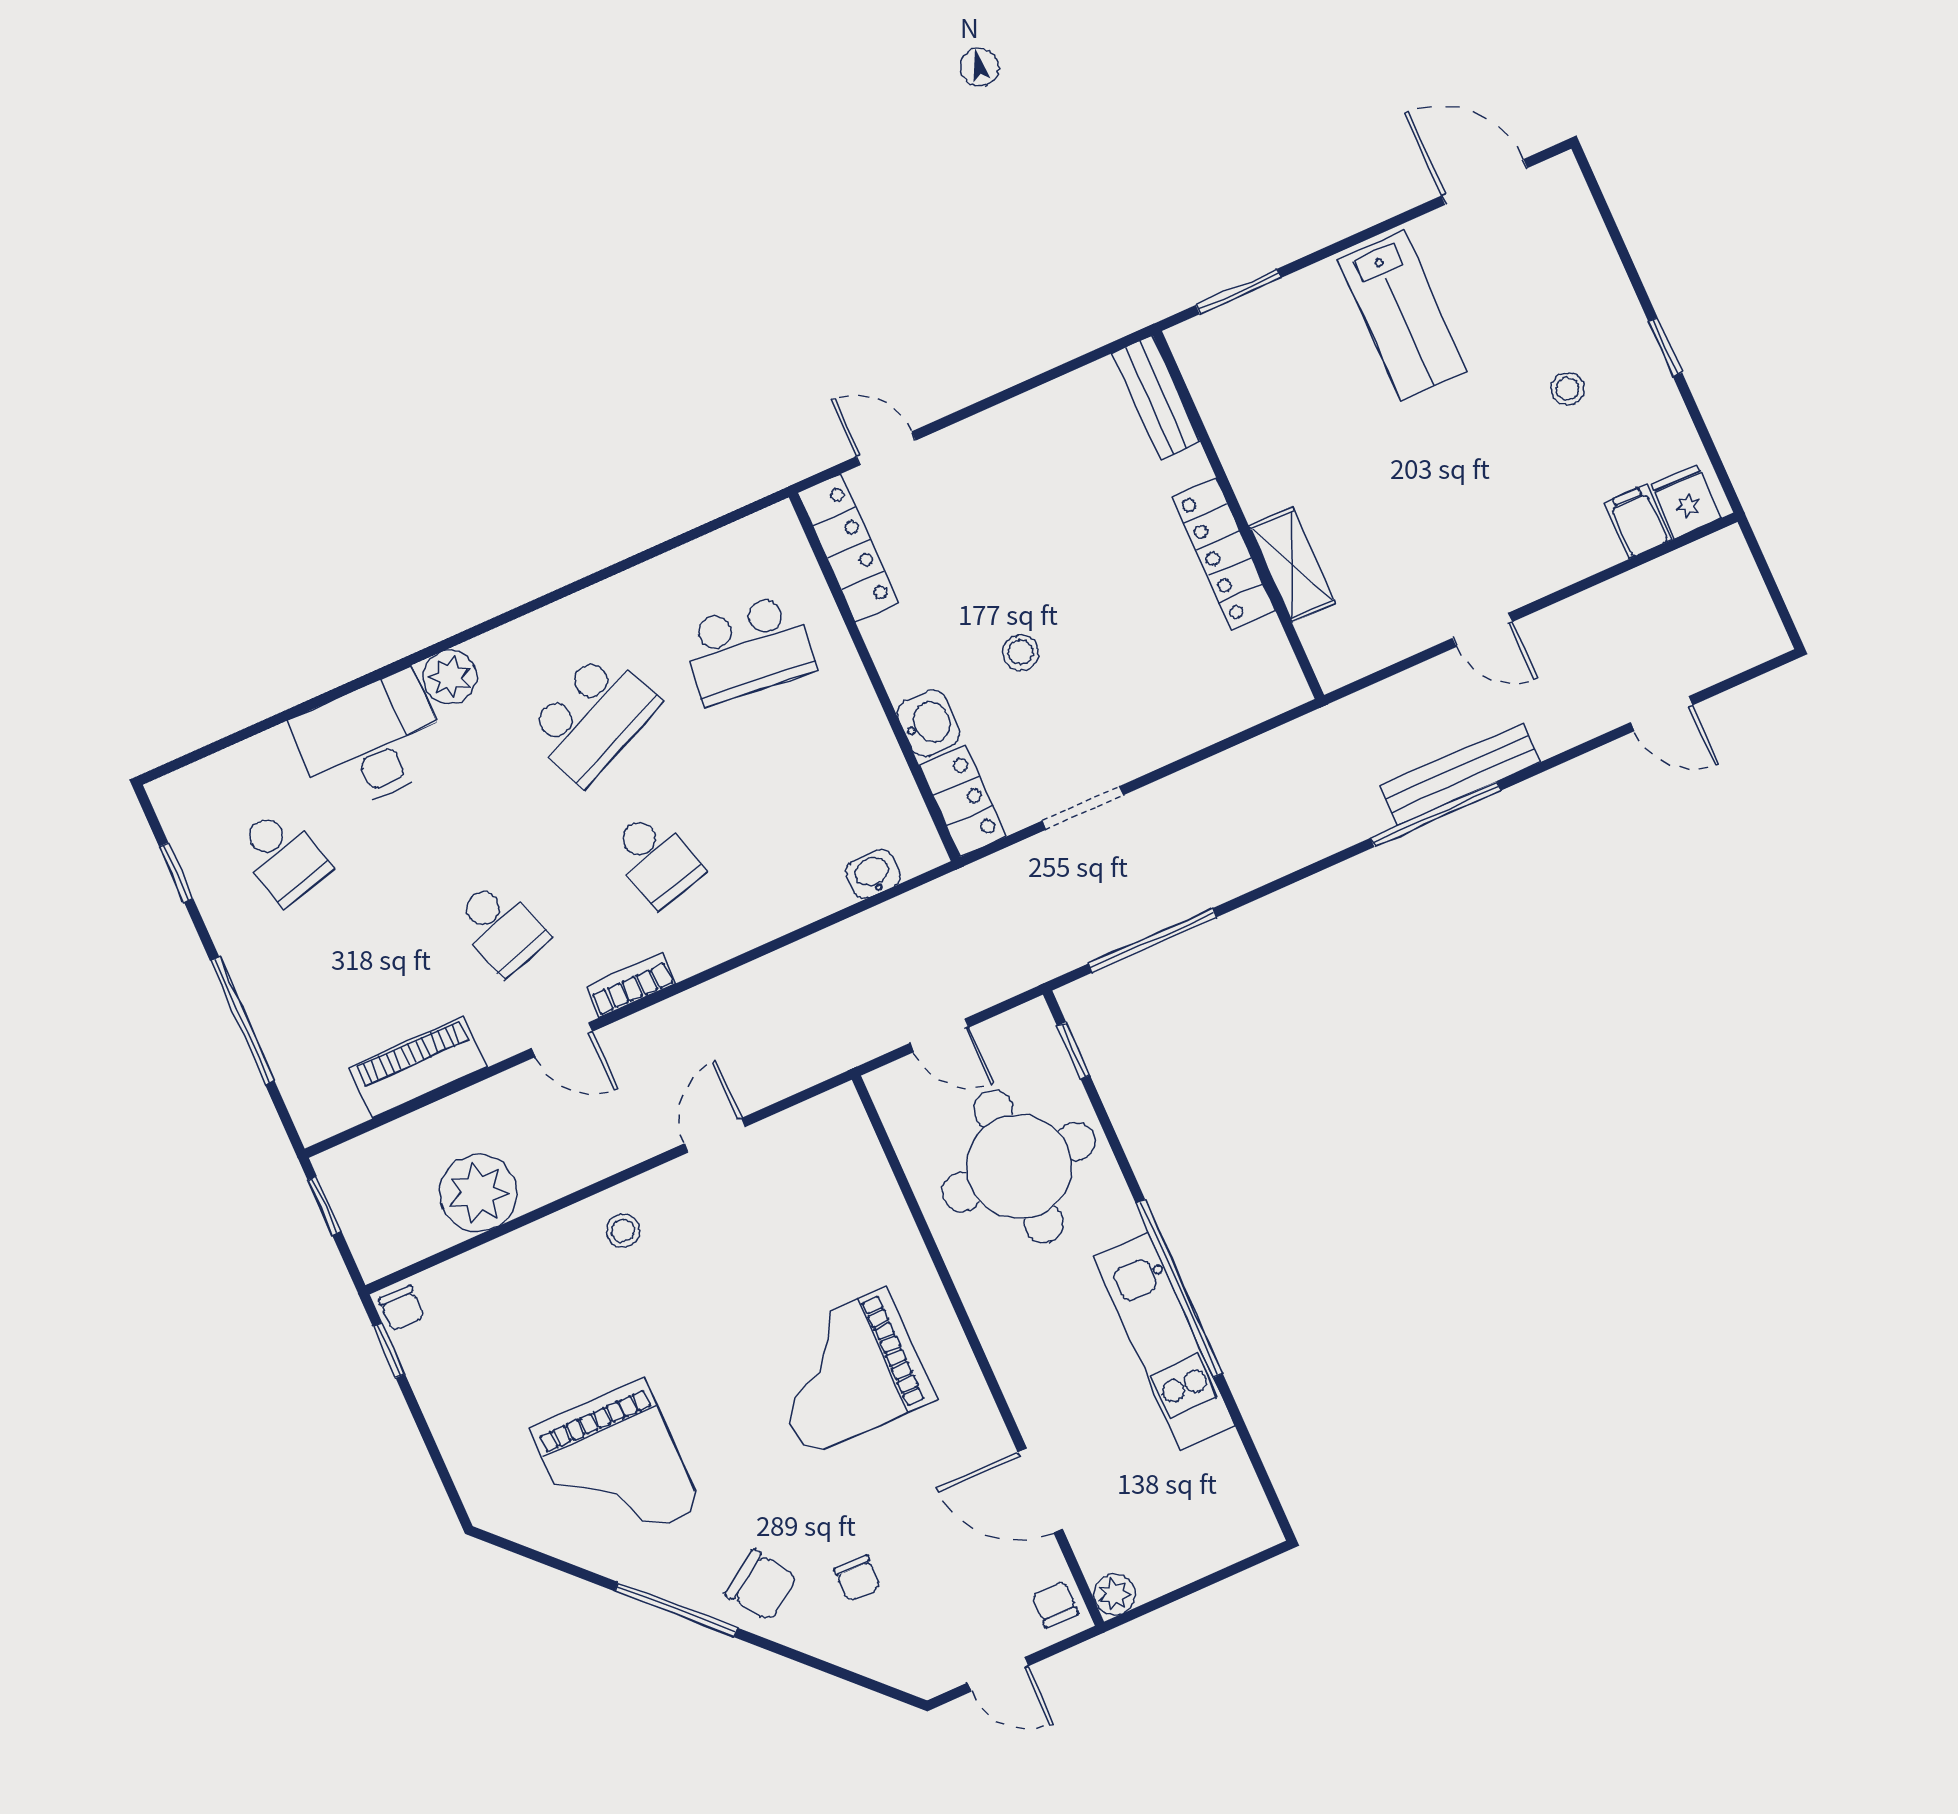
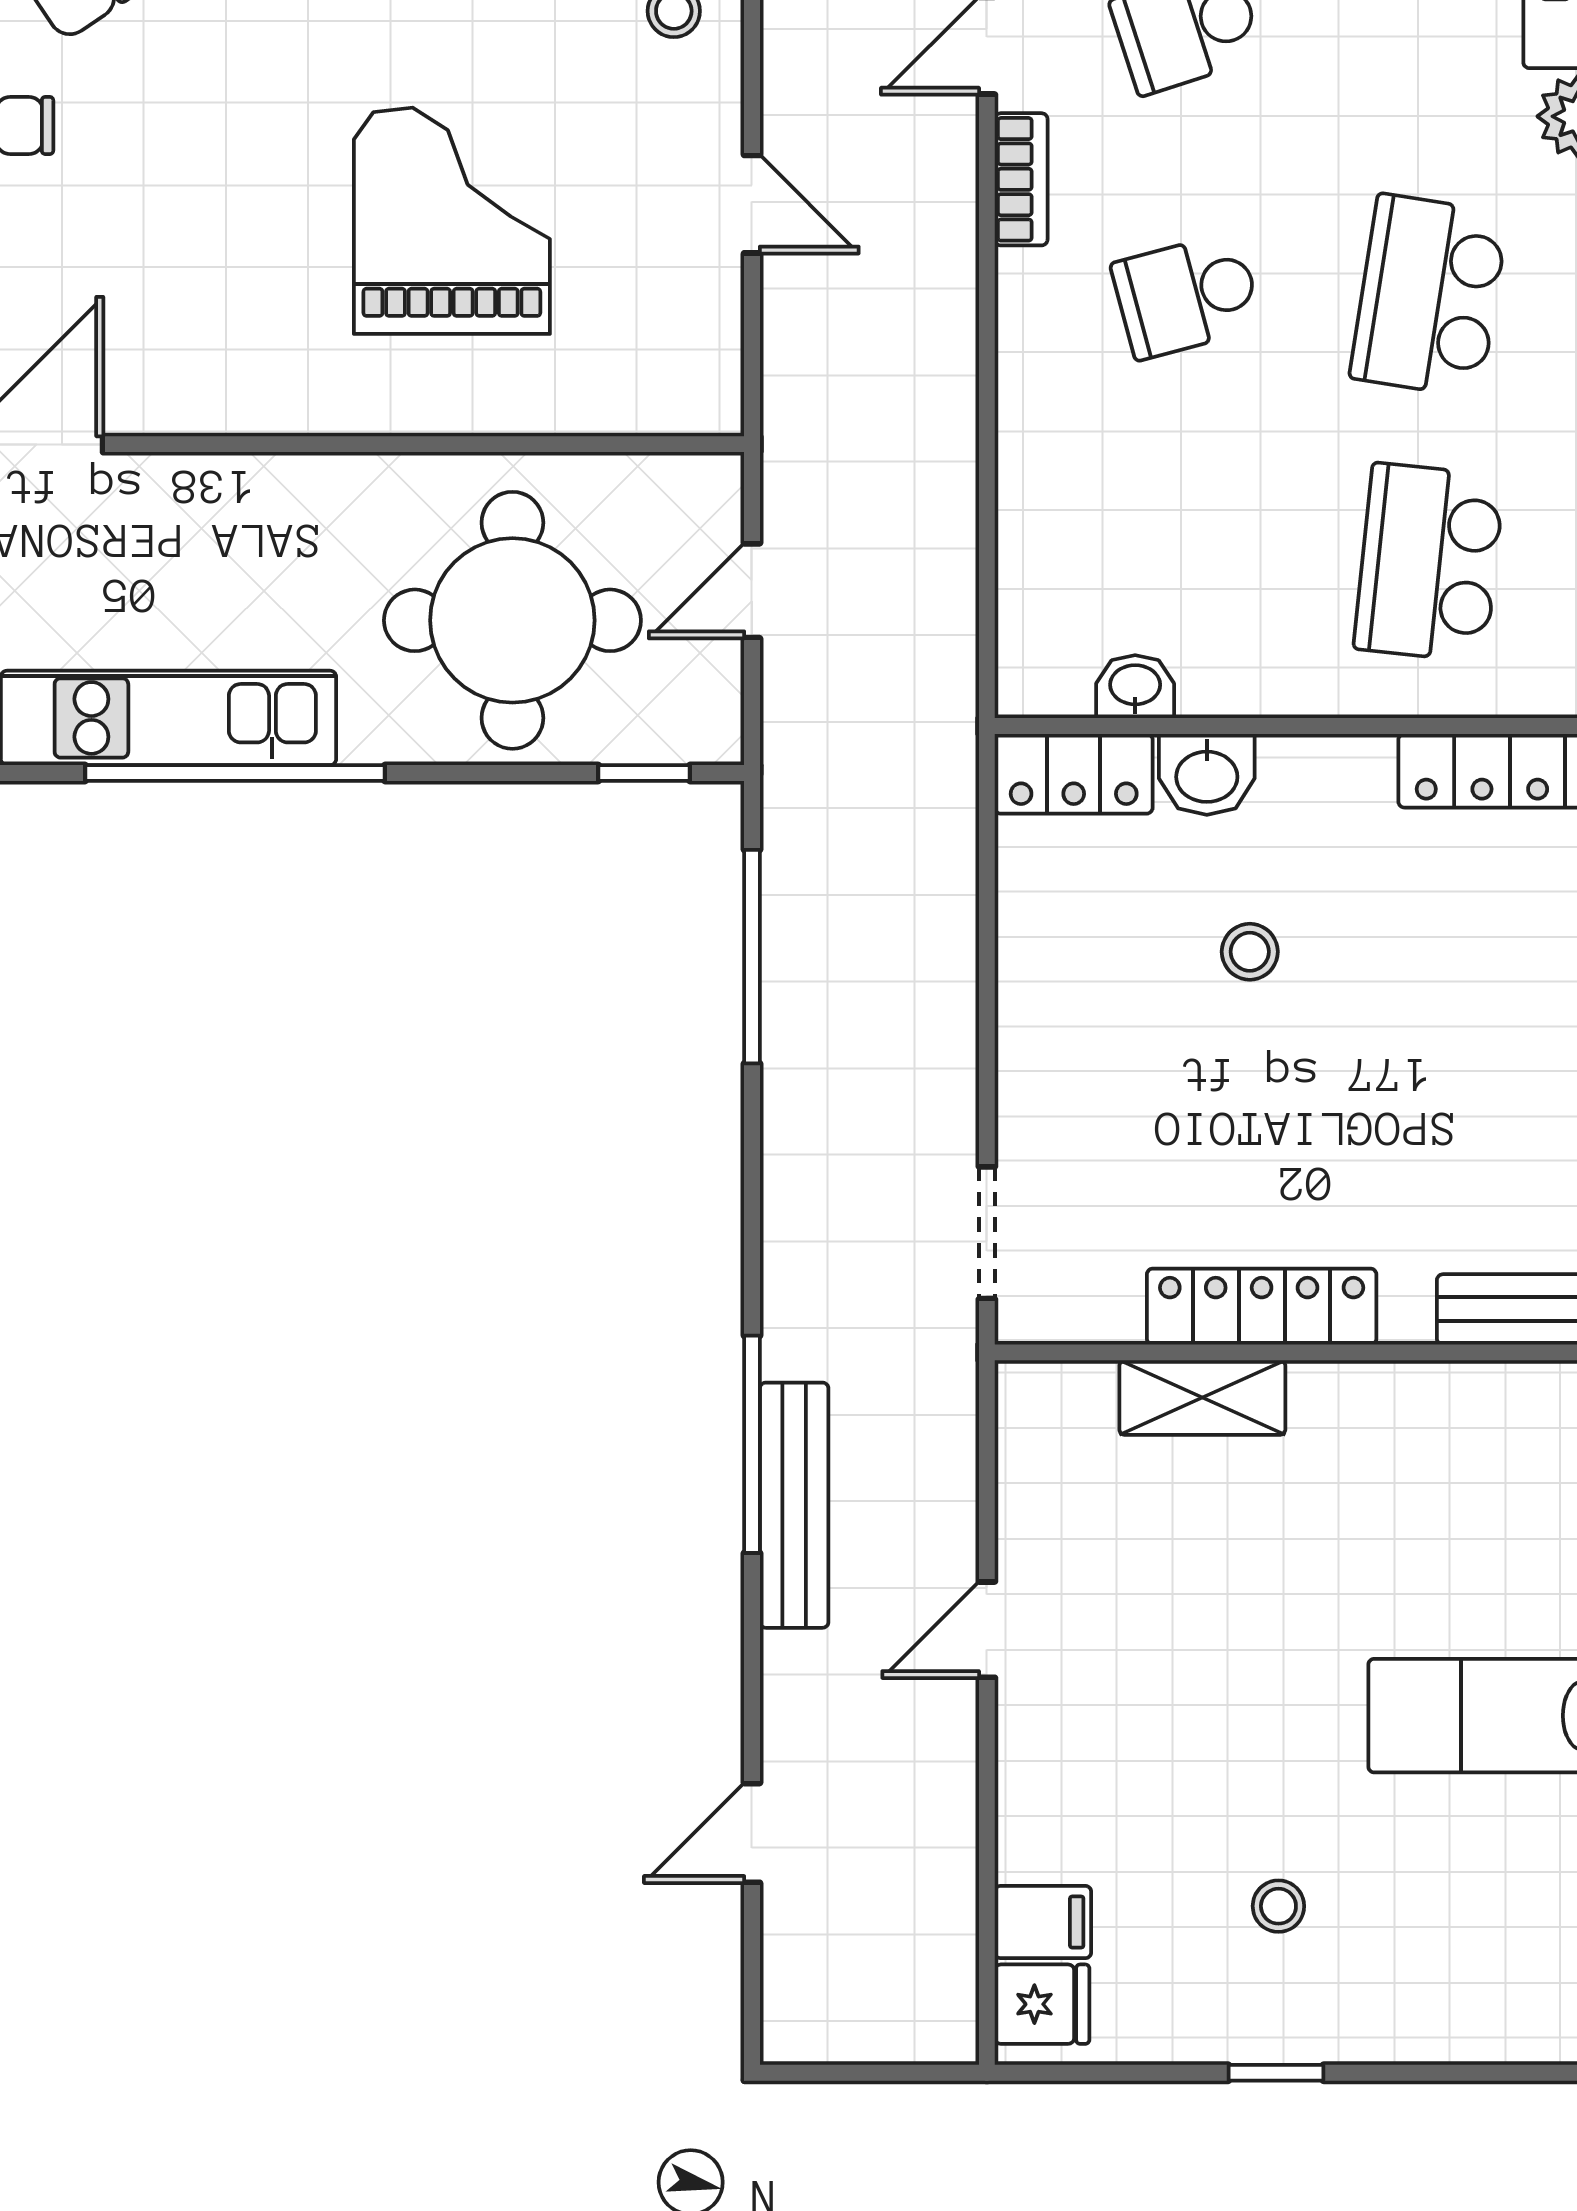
school desk: (593, 718) -> (1429, 296), turned 33
doorway: (1083, 808) -> (987, 1233), moved
washbasin: (873, 874) -> (1135, 687), moved, turned -90
grand piano: (846, 1372) -> (452, 221), moved

